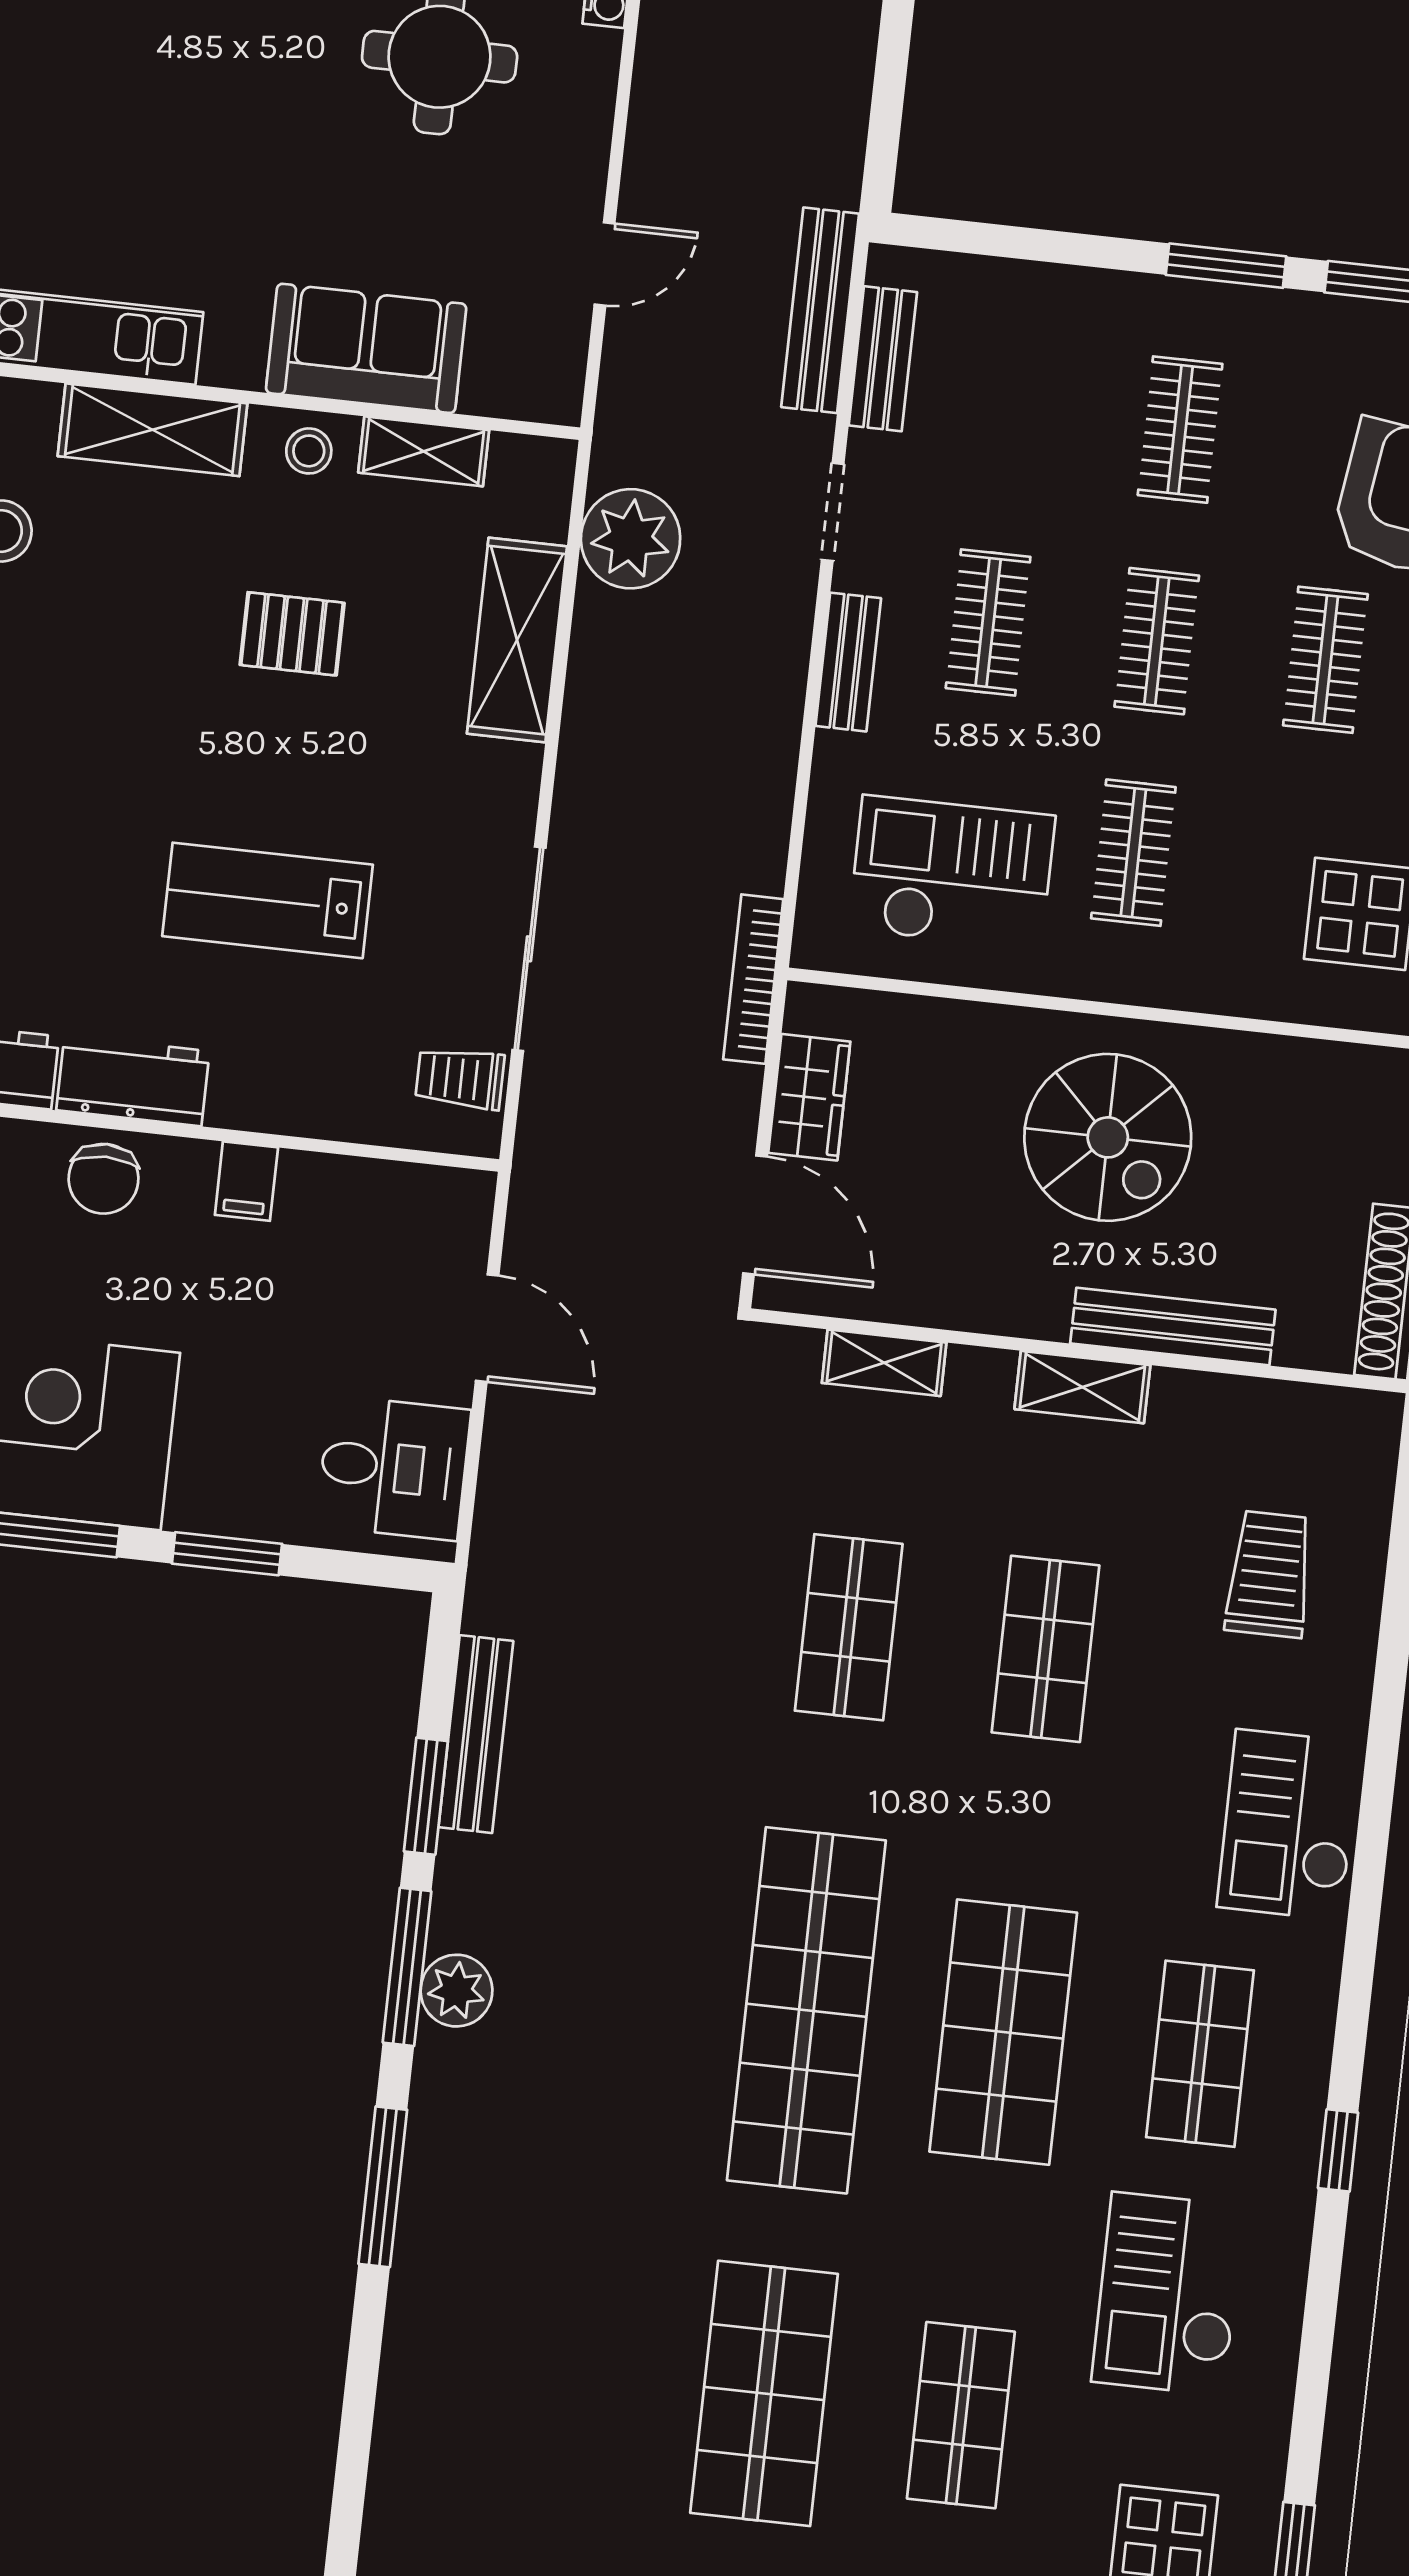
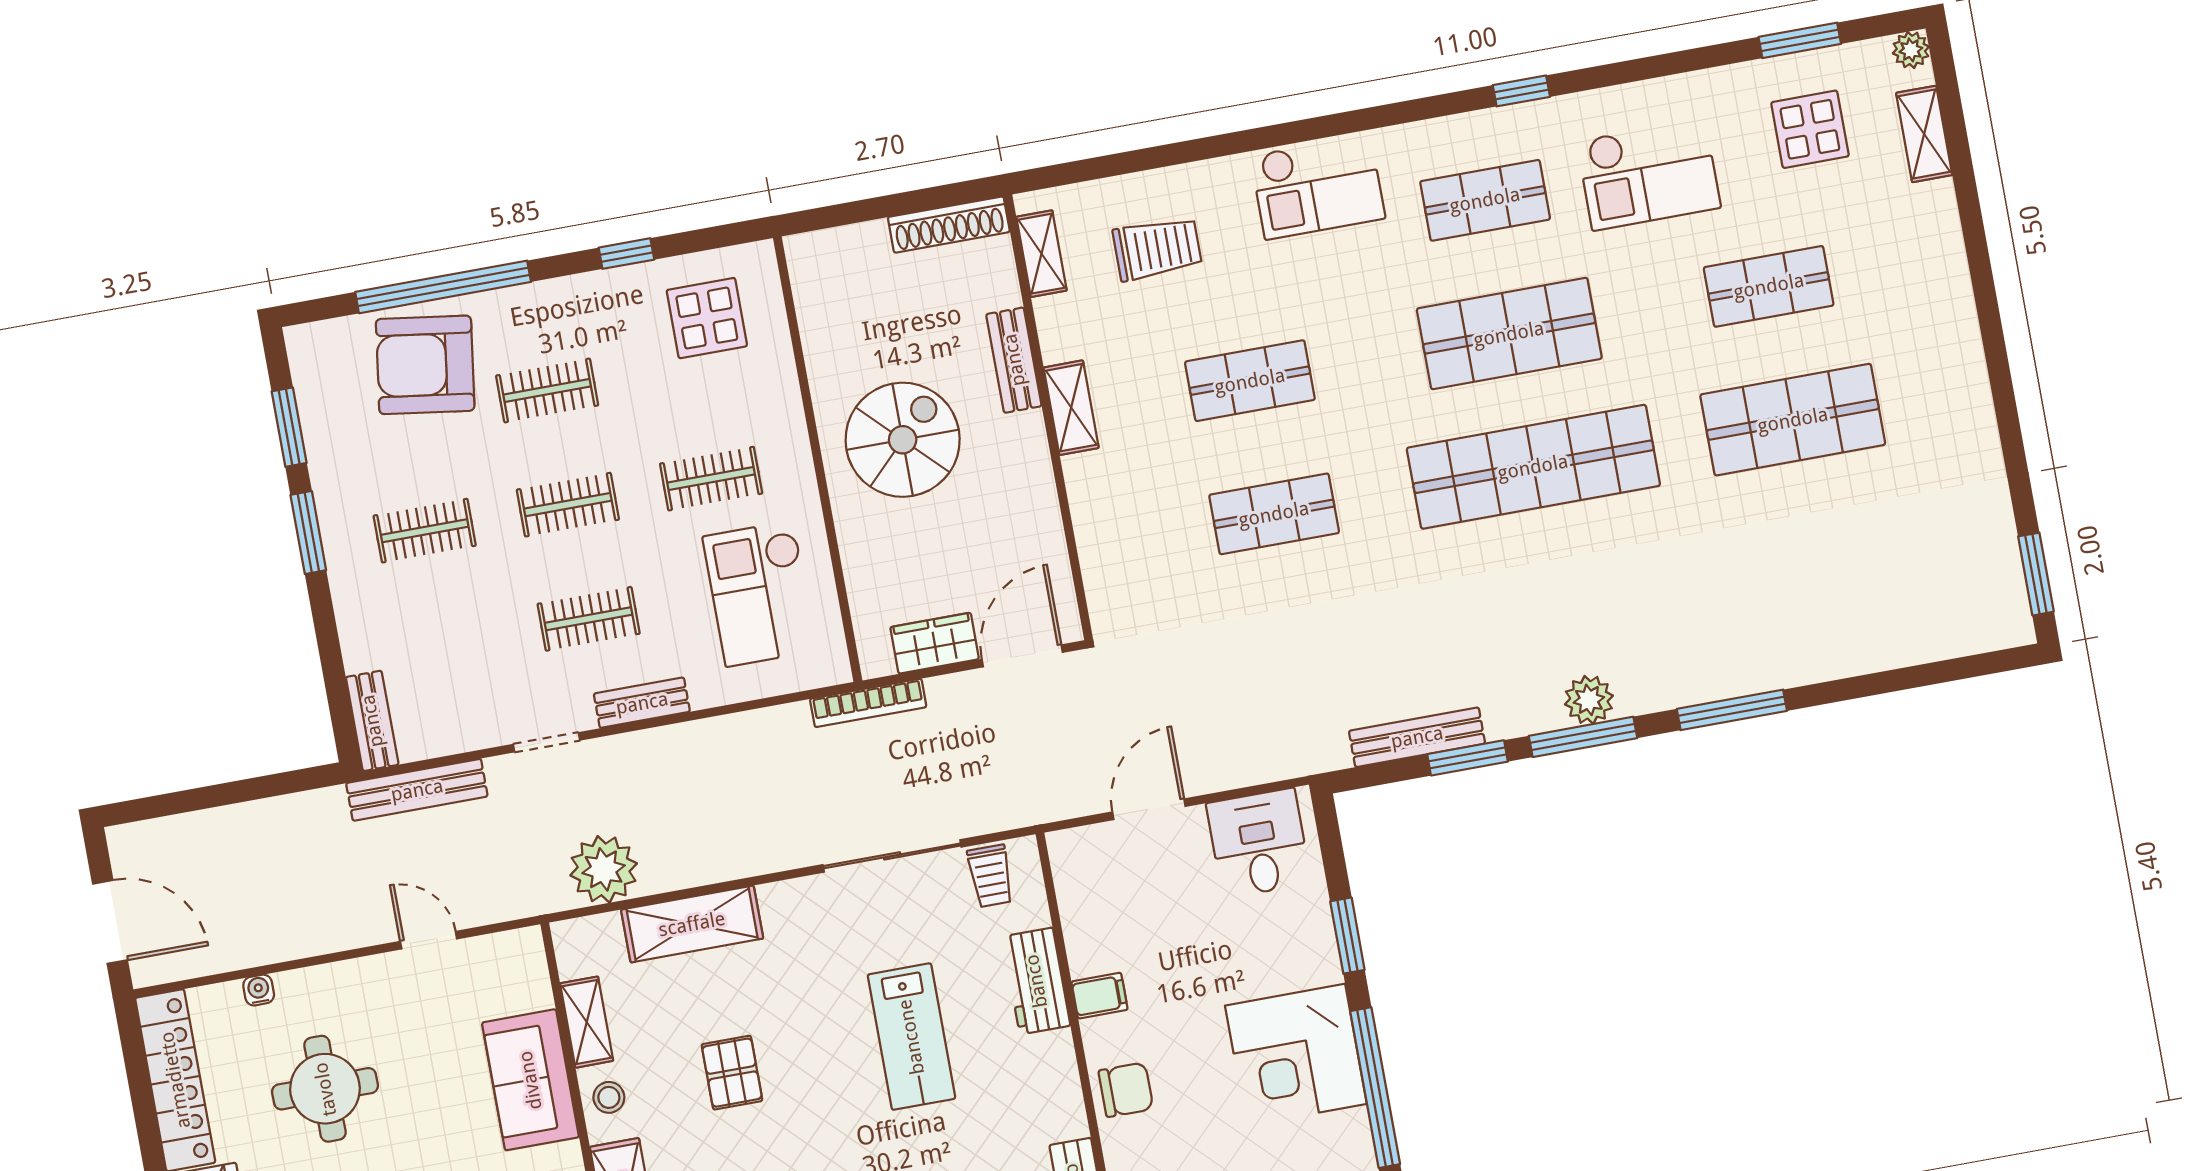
bench: (883, 359) -> (372, 721), moved, turned 90
workbench: (133, 1081) -> (1036, 981), moved
bench: (1173, 1327) -> (1014, 360), width x0.73
shelving: (884, 1363) -> (1042, 254), moved
trolley: (1269, 1574) -> (1157, 249), turned 180

